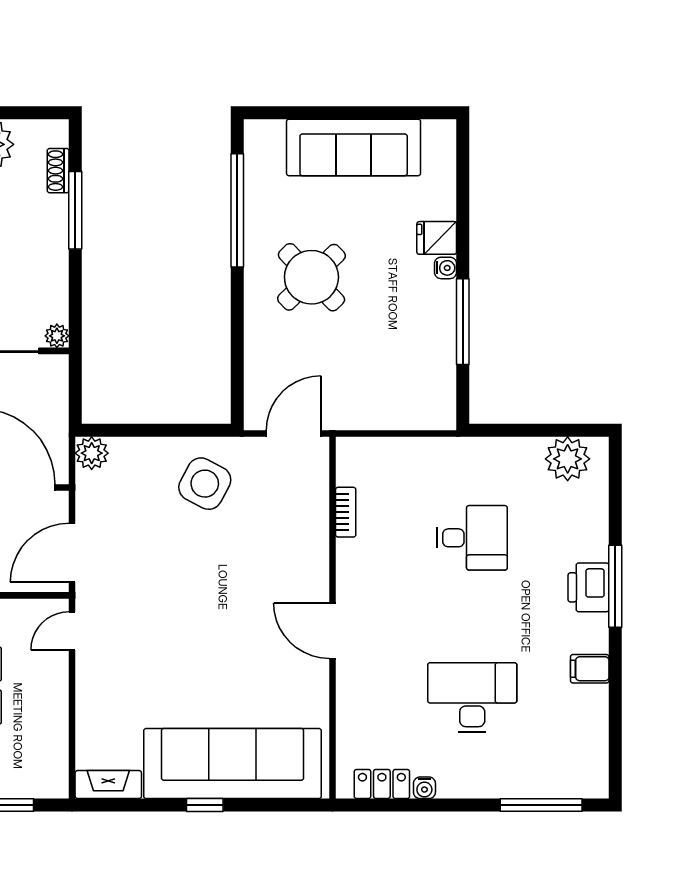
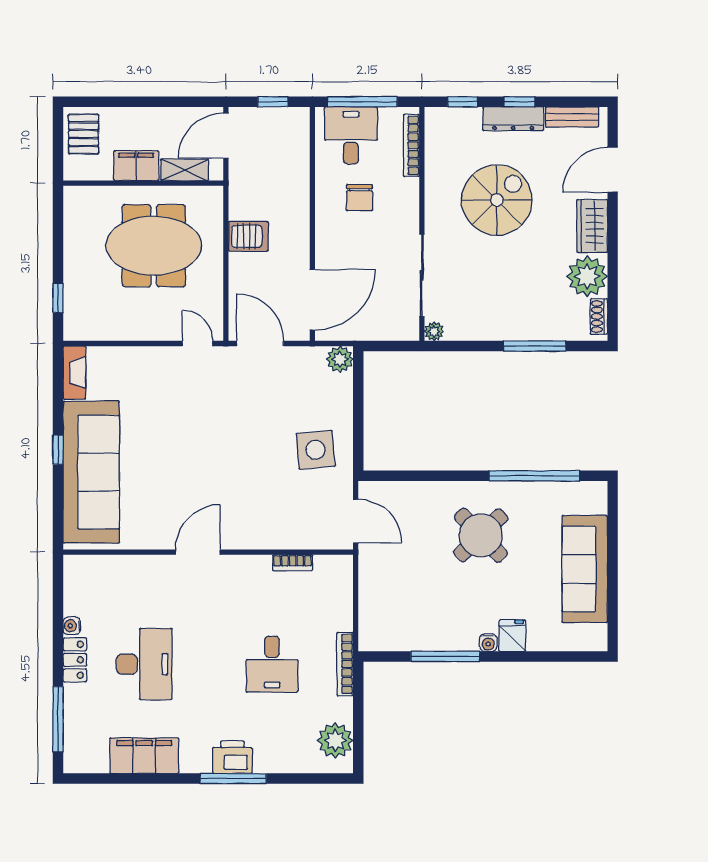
shoe rack: (58, 171) -> (599, 317), moved, turned -90
bookcase: (472, 447) -> (345, 664), added
side table: (205, 484) -> (316, 450), turned -33
filing cabinet: (590, 669) -> (144, 756), width x3.00, depth x1.17
locker: (382, 784) -> (75, 660), moved

